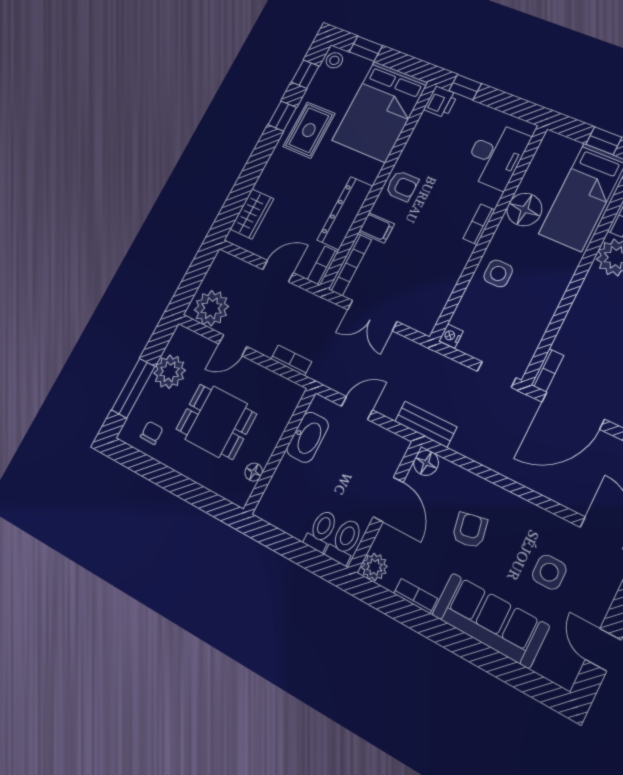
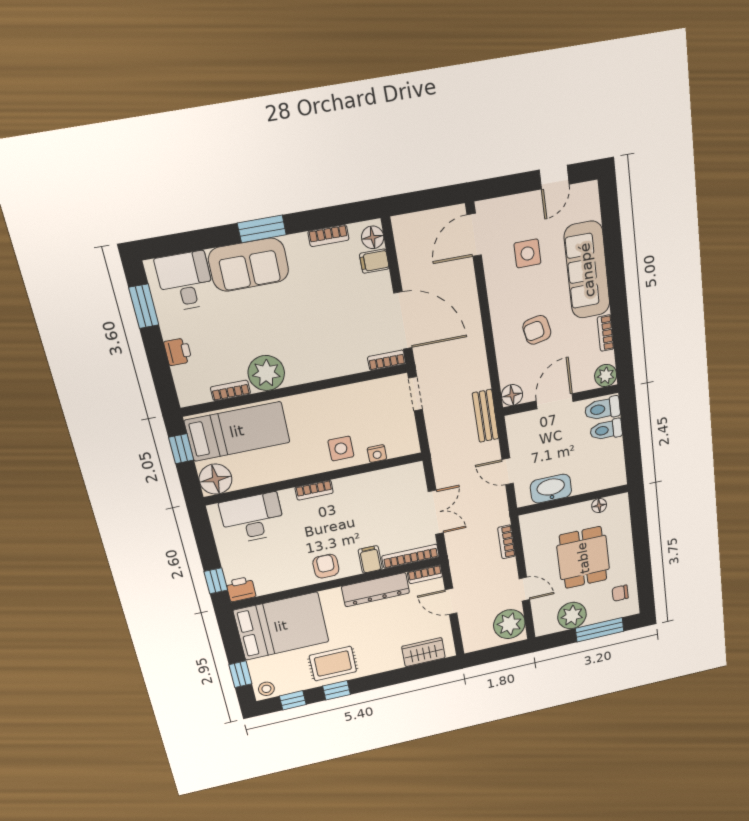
floor lamp: (524, 210) -> (216, 479), moved
nightstand: (451, 336) -> (377, 454), moved

